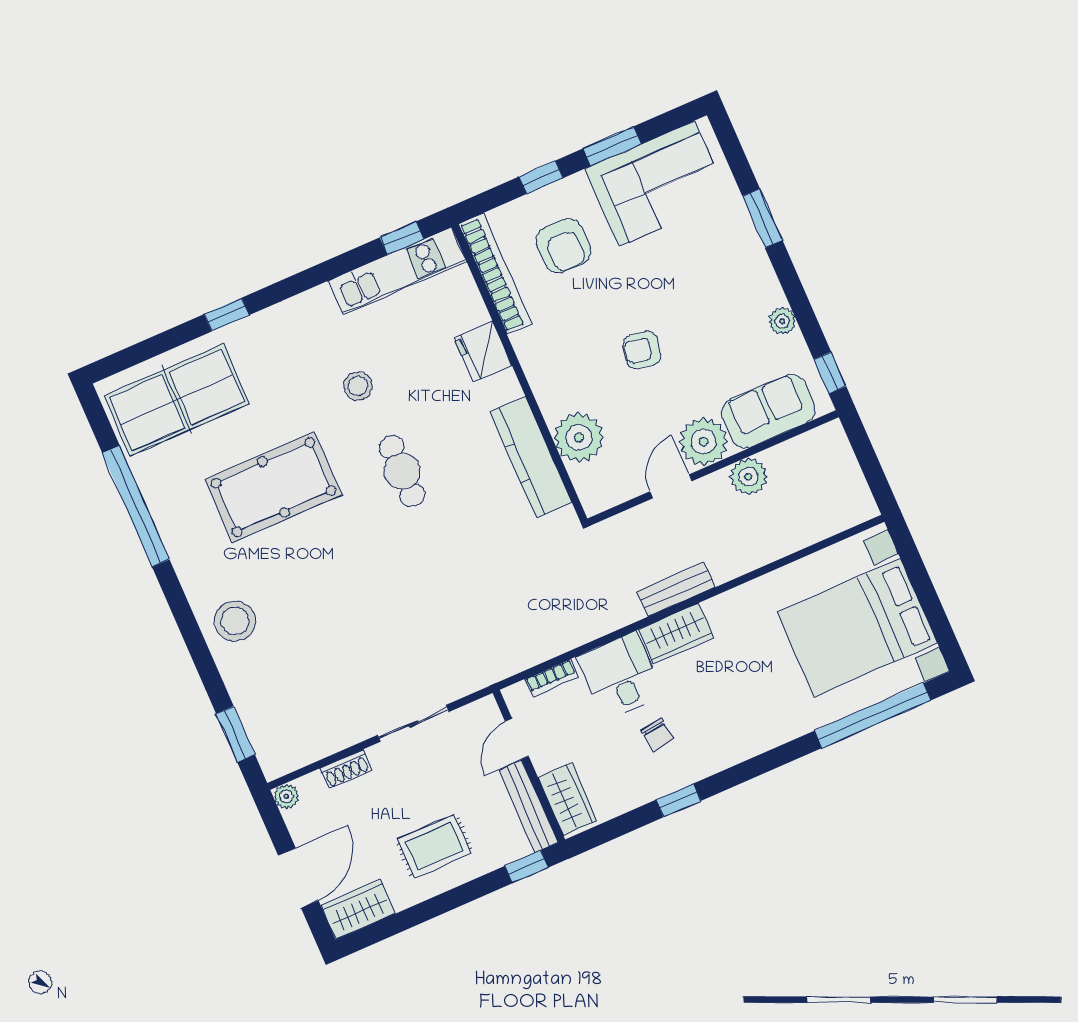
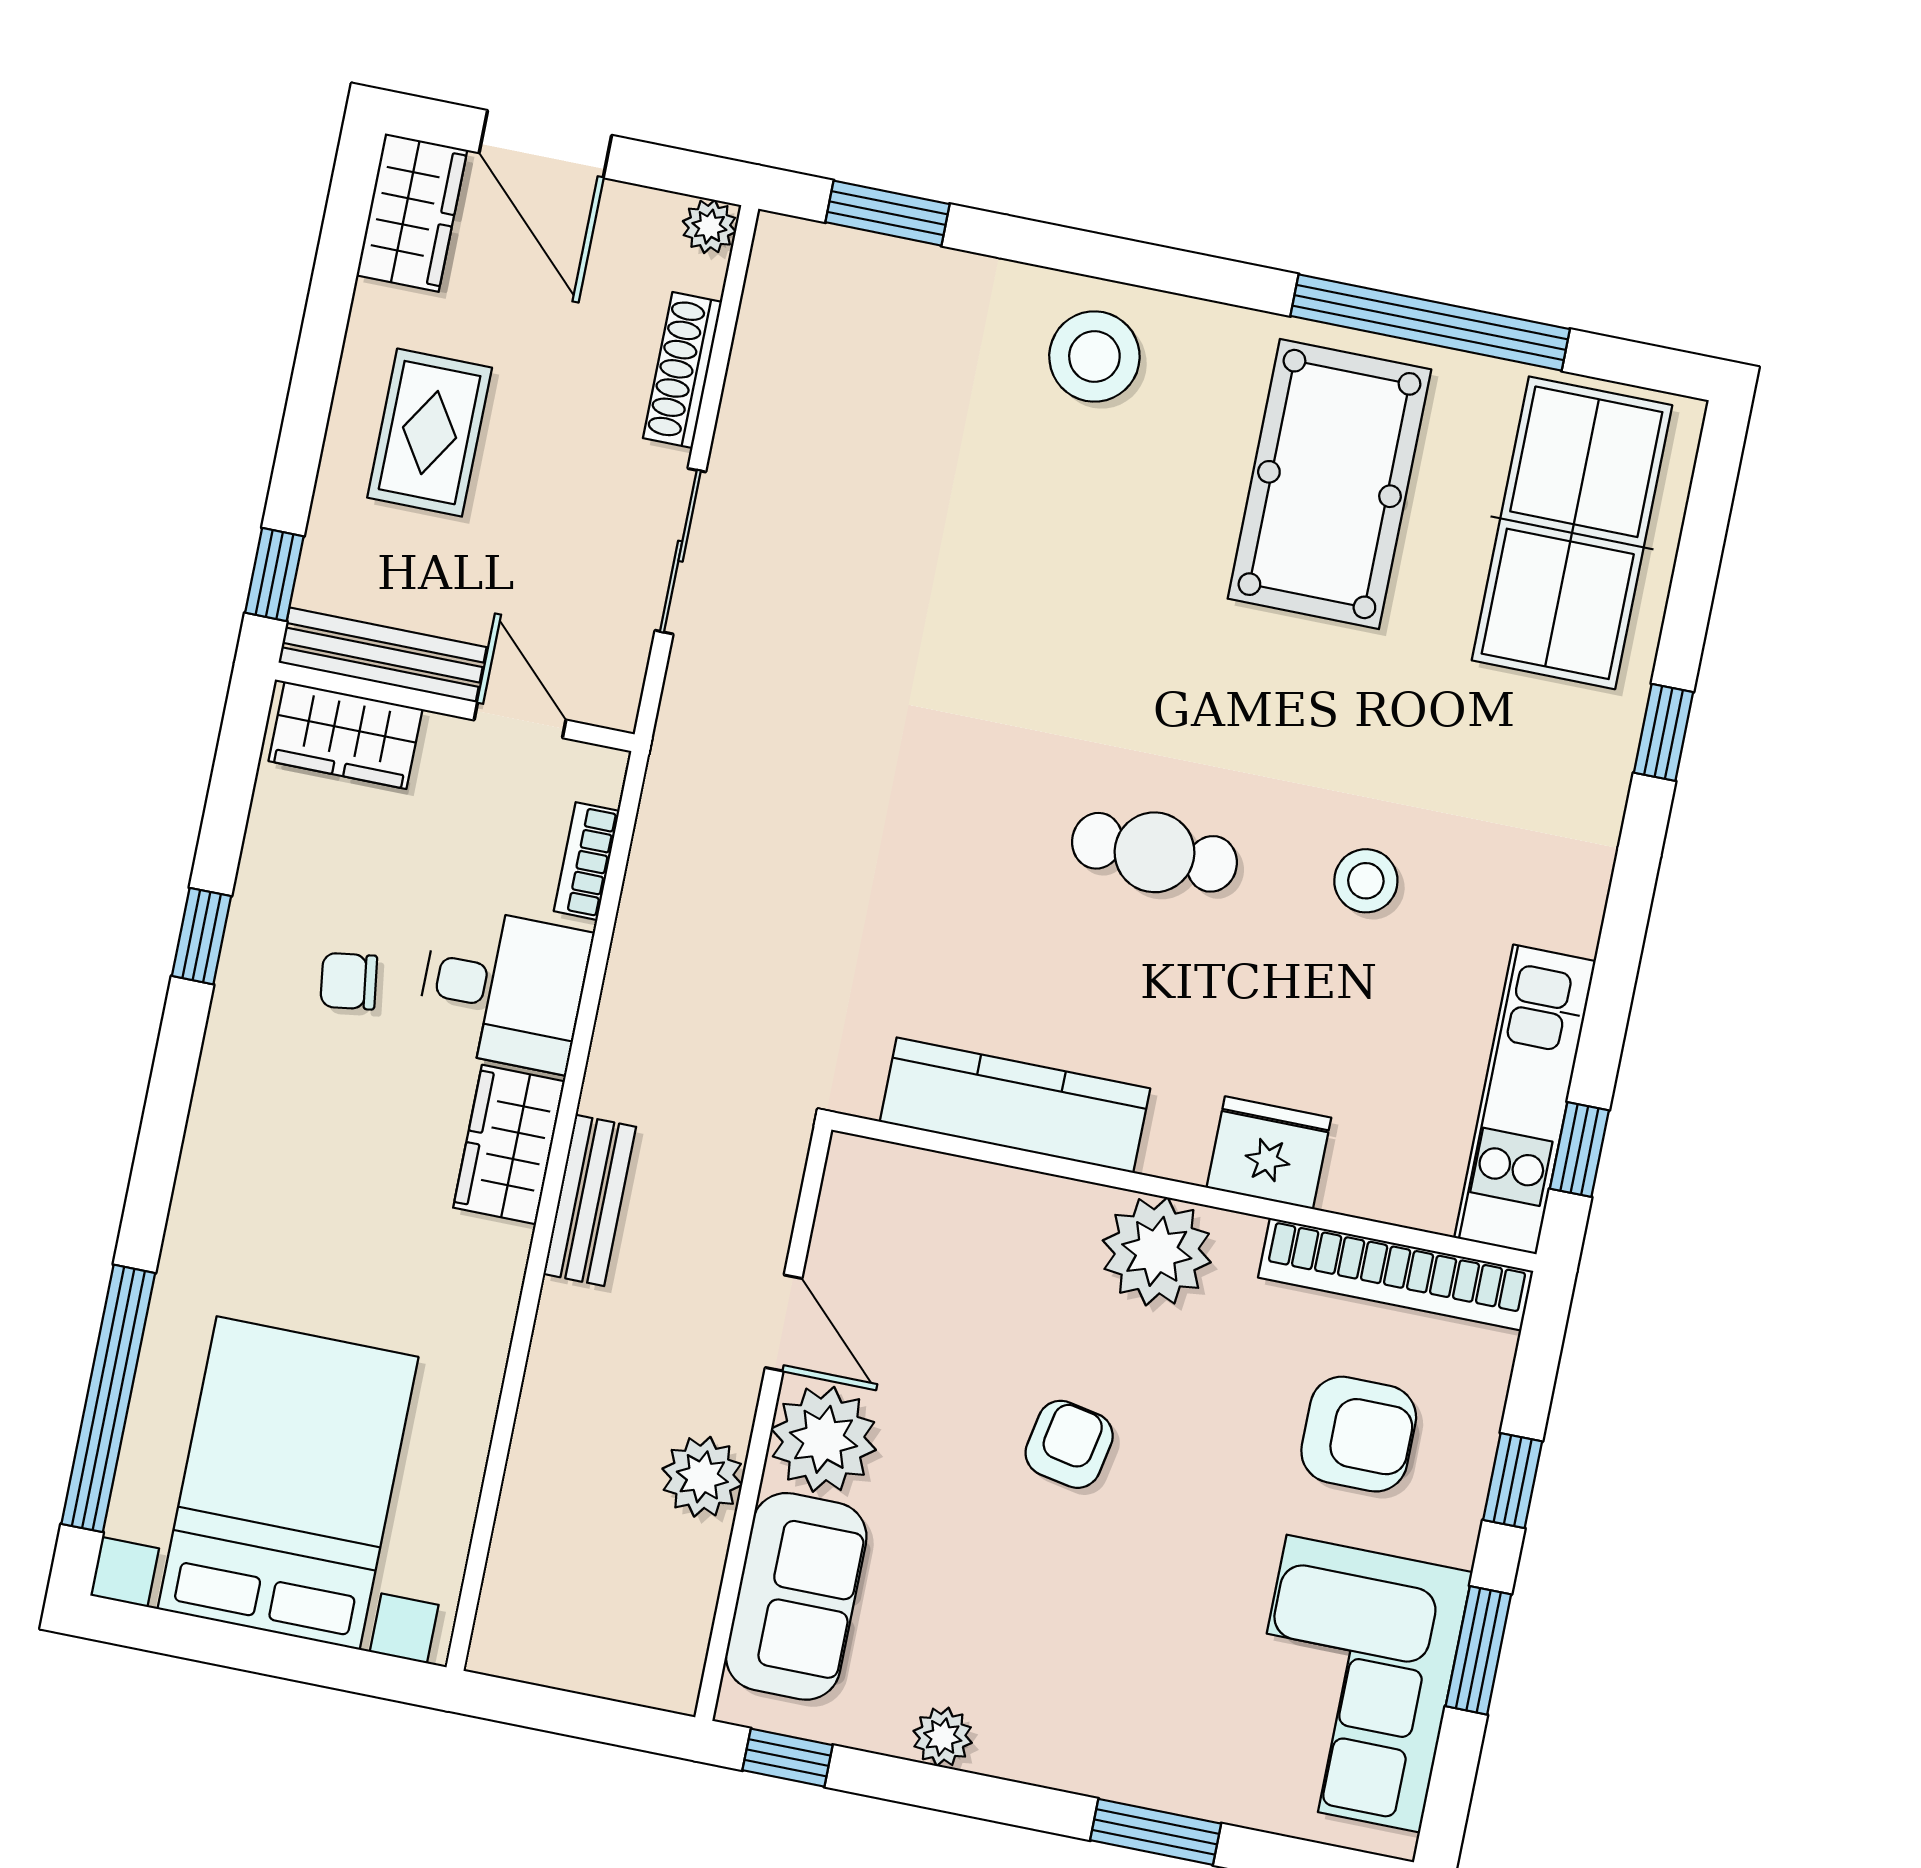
armchair: (564, 246) -> (1359, 1434), turned 180
plant: (579, 437) -> (1157, 1251), moved
pool table: (273, 487) -> (1329, 484), moved
shoe rack: (346, 769) -> (682, 370), width x1.43

